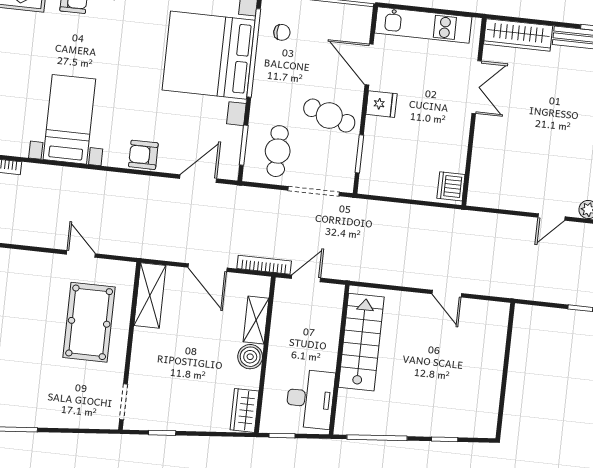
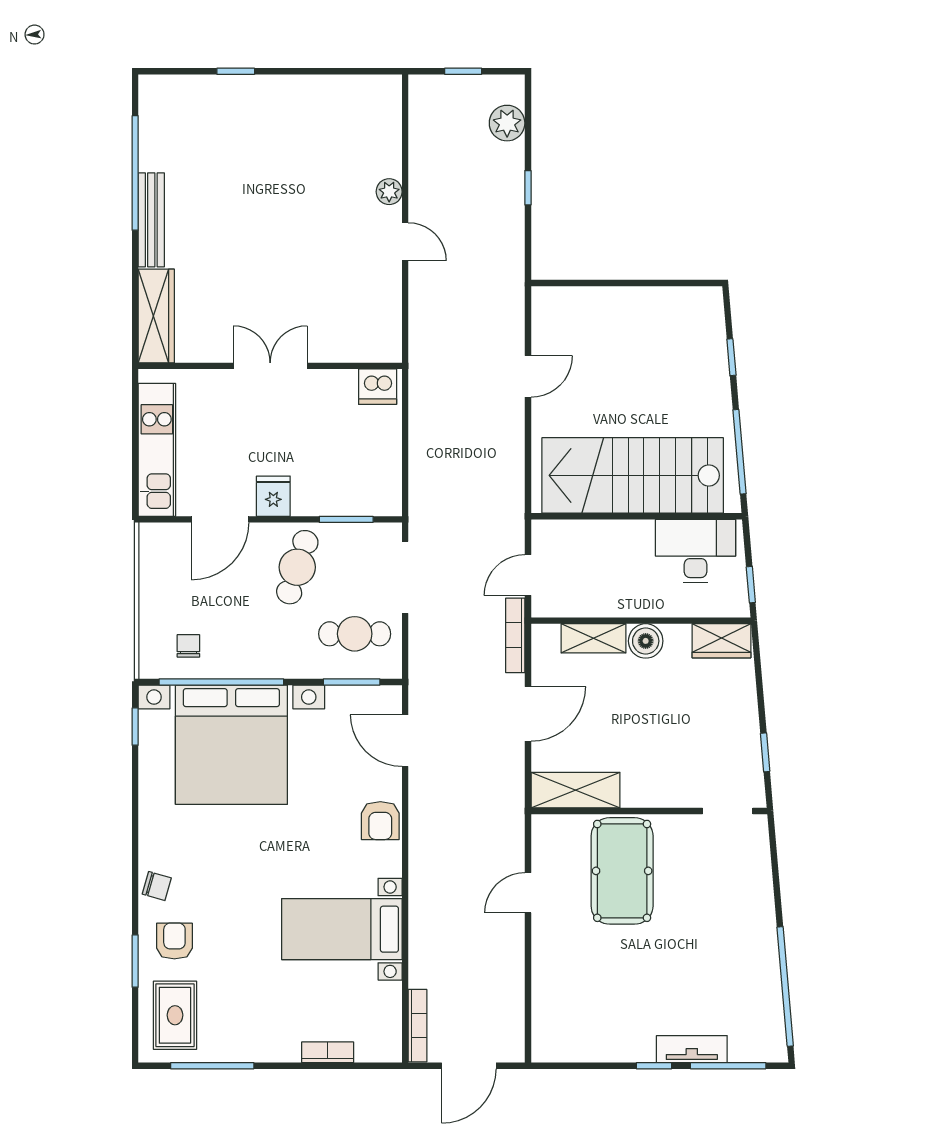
double door: (477, 87) -> (270, 366), moved
door: (306, 278) -> (528, 575), hinge flipped
pool table: (89, 322) -> (622, 871), turned 90
stairs: (361, 342) -> (633, 475), width x1.36, depth x1.51

